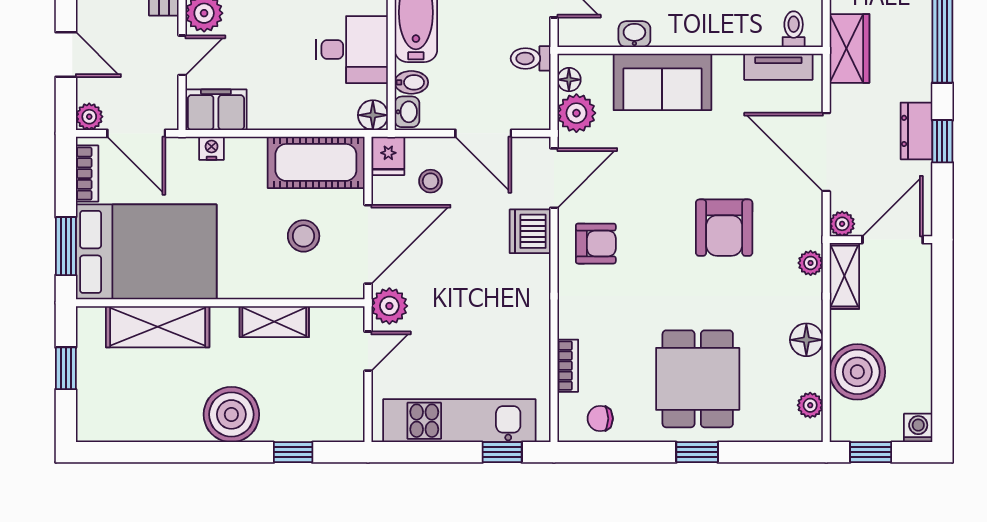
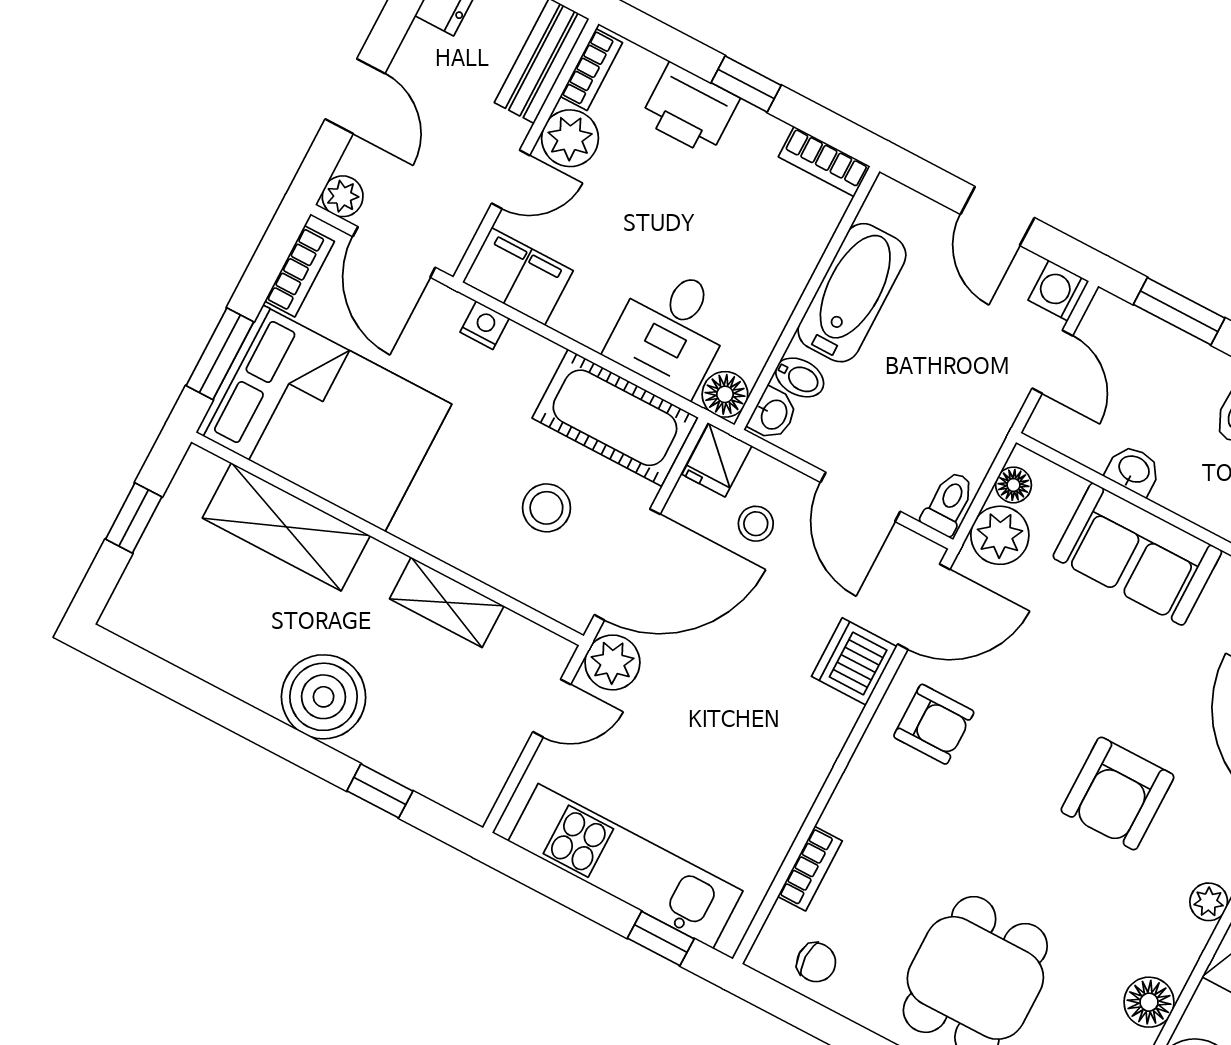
desk: (352, 50) -> (671, 330), moved, turned 90
toilet: (531, 58) -> (948, 503), moved, turned 90
chair: (600, 419) -> (816, 962), turned 180

